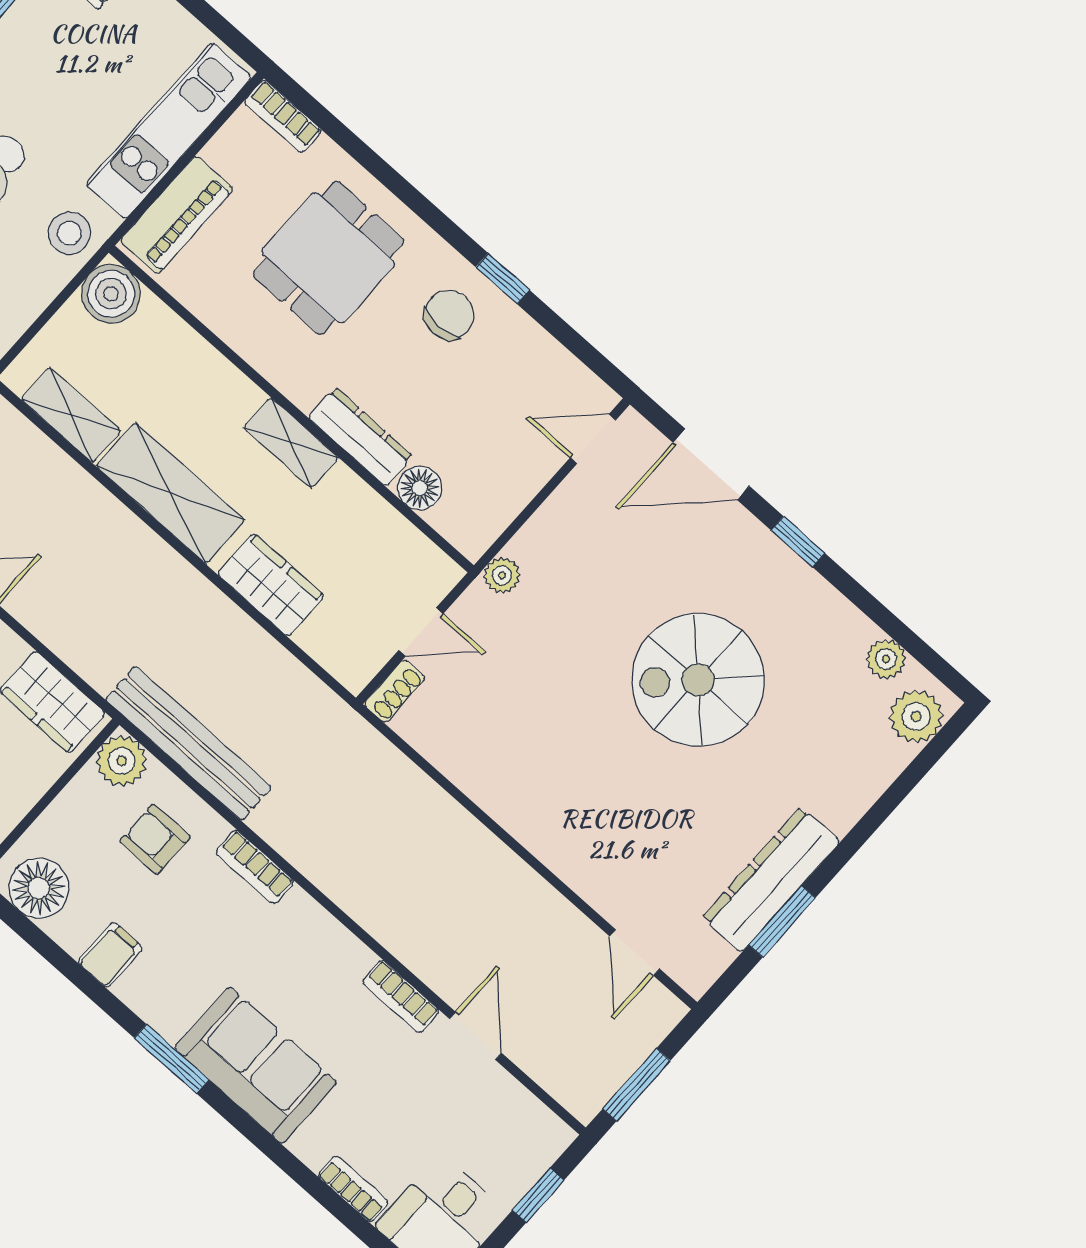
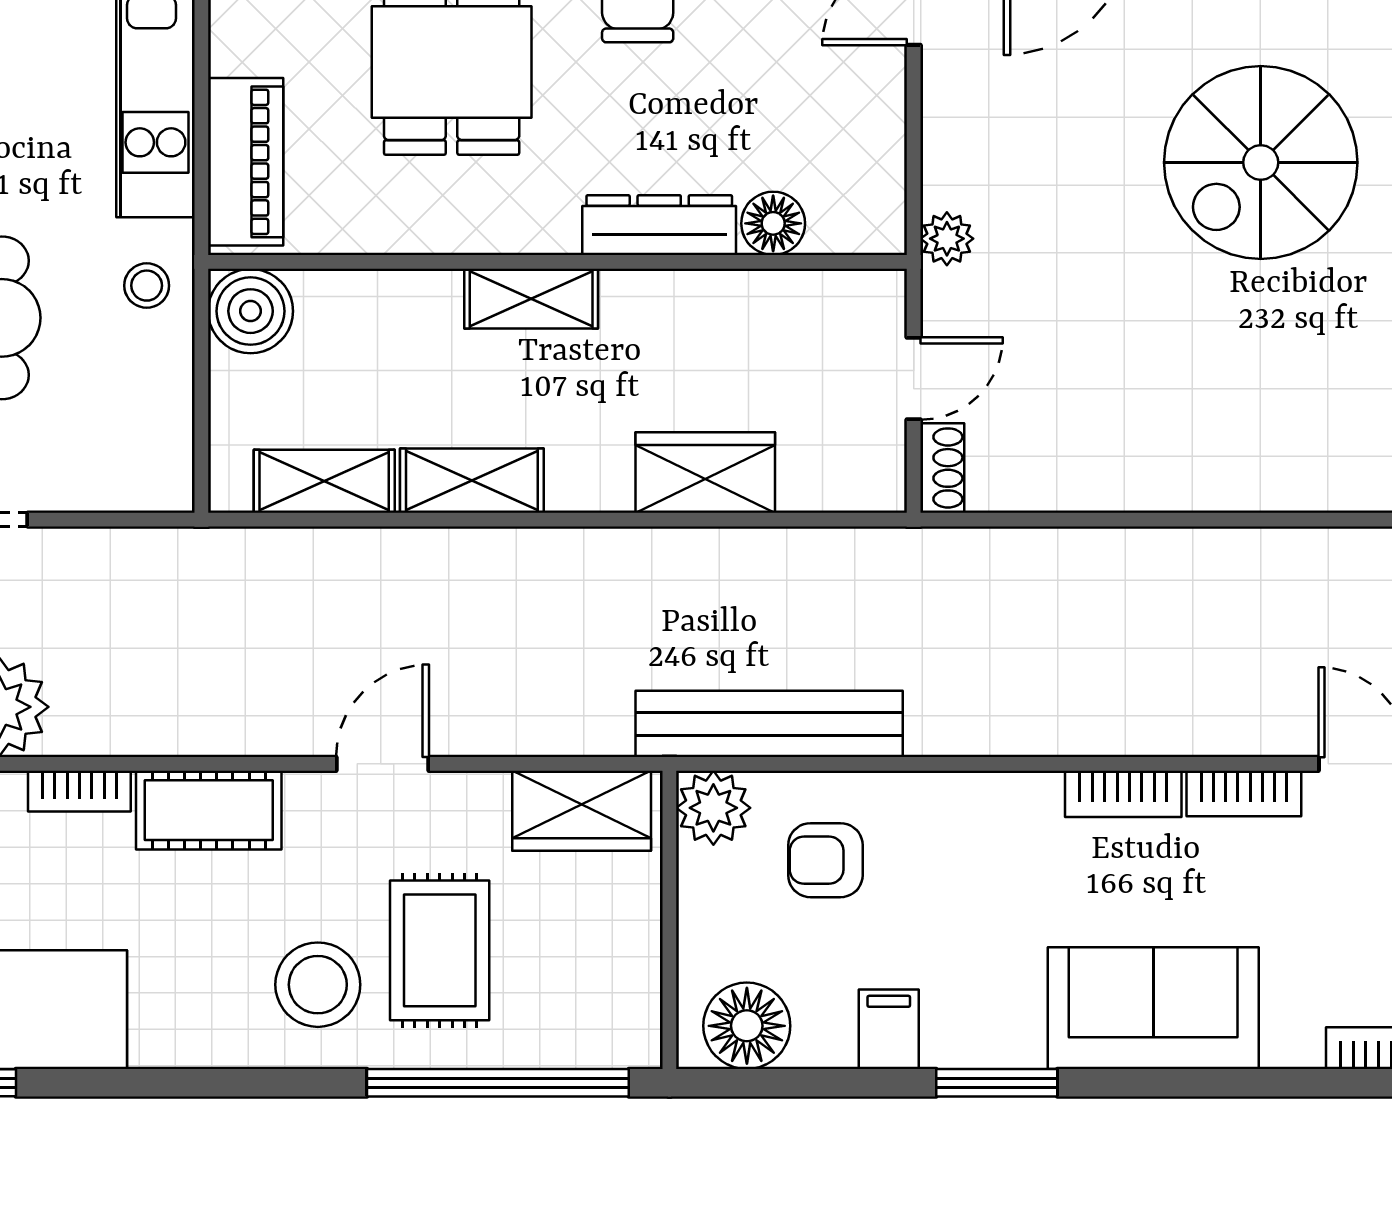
stool: (69, 233) -> (147, 286), width x0.73, depth x0.73
shelving: (291, 443) -> (531, 299), moved
shelving: (170, 493) -> (472, 481), width x0.67, depth x0.75
bookcase: (255, 867) -> (1123, 794), moved
window: (171, 1059) -> (997, 1083), moved

